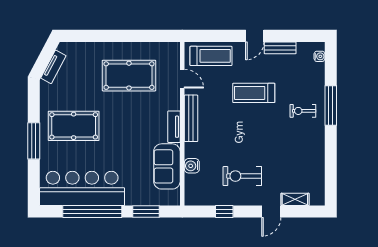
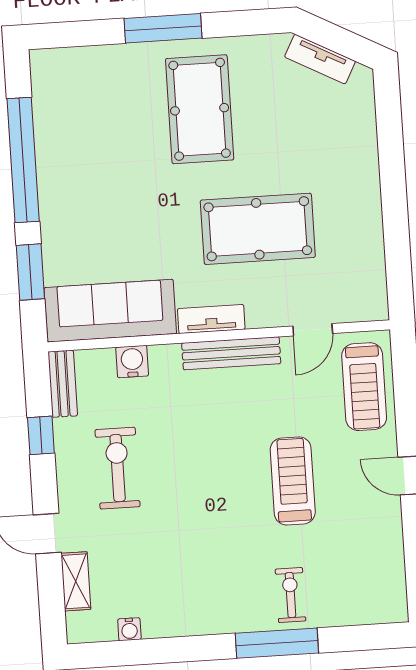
bench: (280, 48) -> (63, 384), moved
water cooler: (319, 56) -> (129, 629), moved
pool table: (129, 76) -> (258, 229), moved, turned 90
exercise bike: (303, 111) -> (291, 595), moved
sofa: (167, 166) -> (110, 311), width x1.36
bar counter: (82, 188) -> (70, 135), removed

